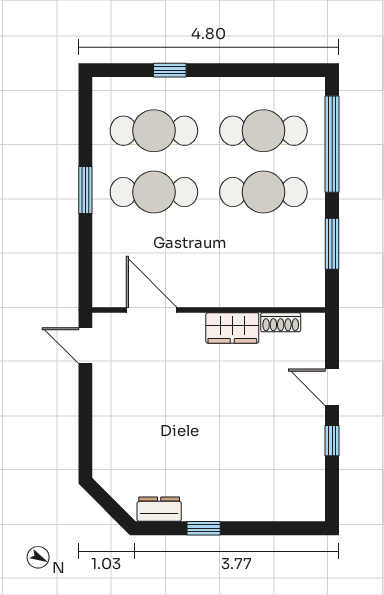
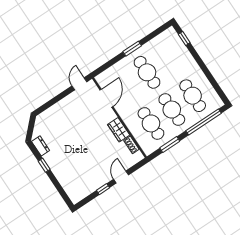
window: (170, 70) -> (184, 38), moved
cafe table: (154, 131) -> (151, 123), moved

